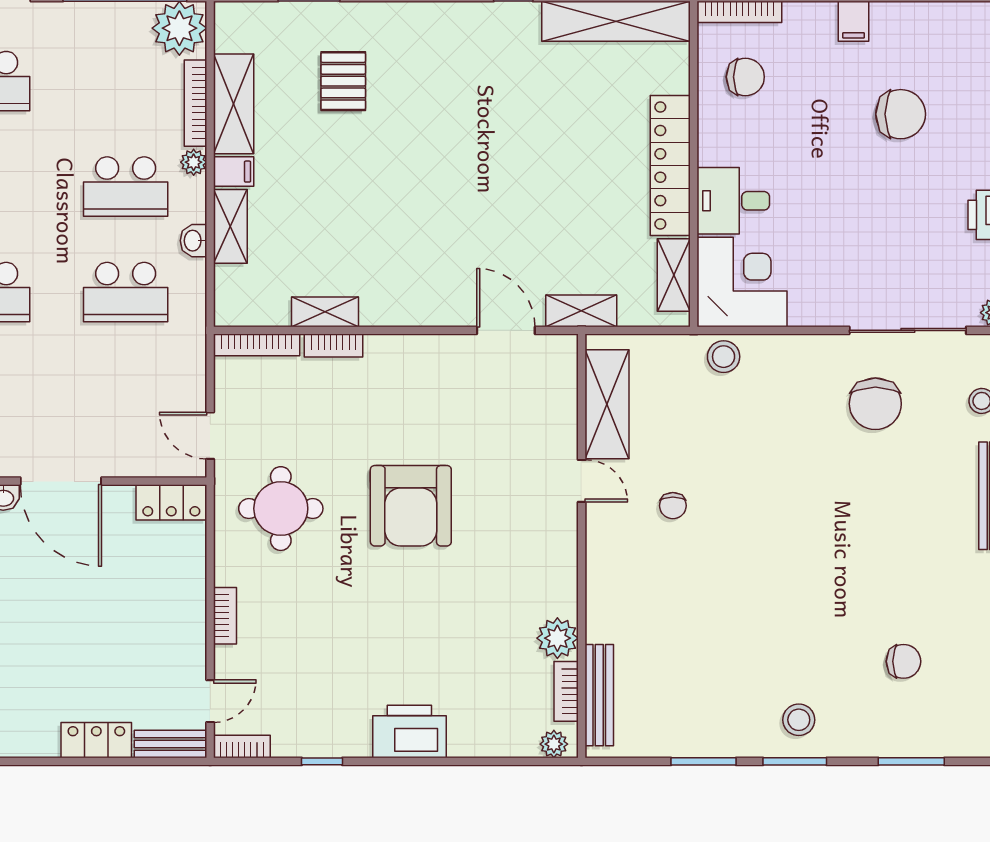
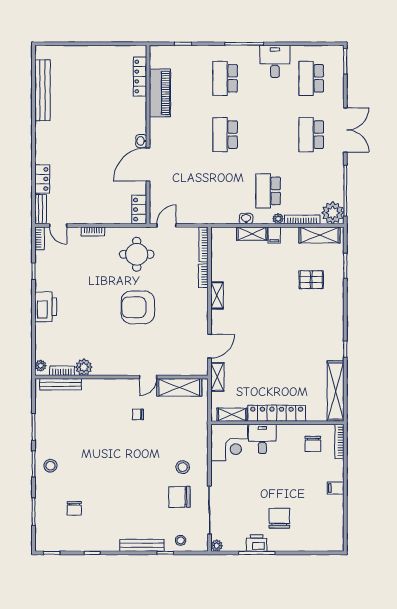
shelving: (234, 104) -> (319, 235), moved
chair: (901, 114) -> (279, 518), moved, turned 180
school desk: (126, 292) -> (225, 191), removed
shelving: (325, 312) -> (217, 295), moved
stool: (724, 357) -> (183, 467), moved

